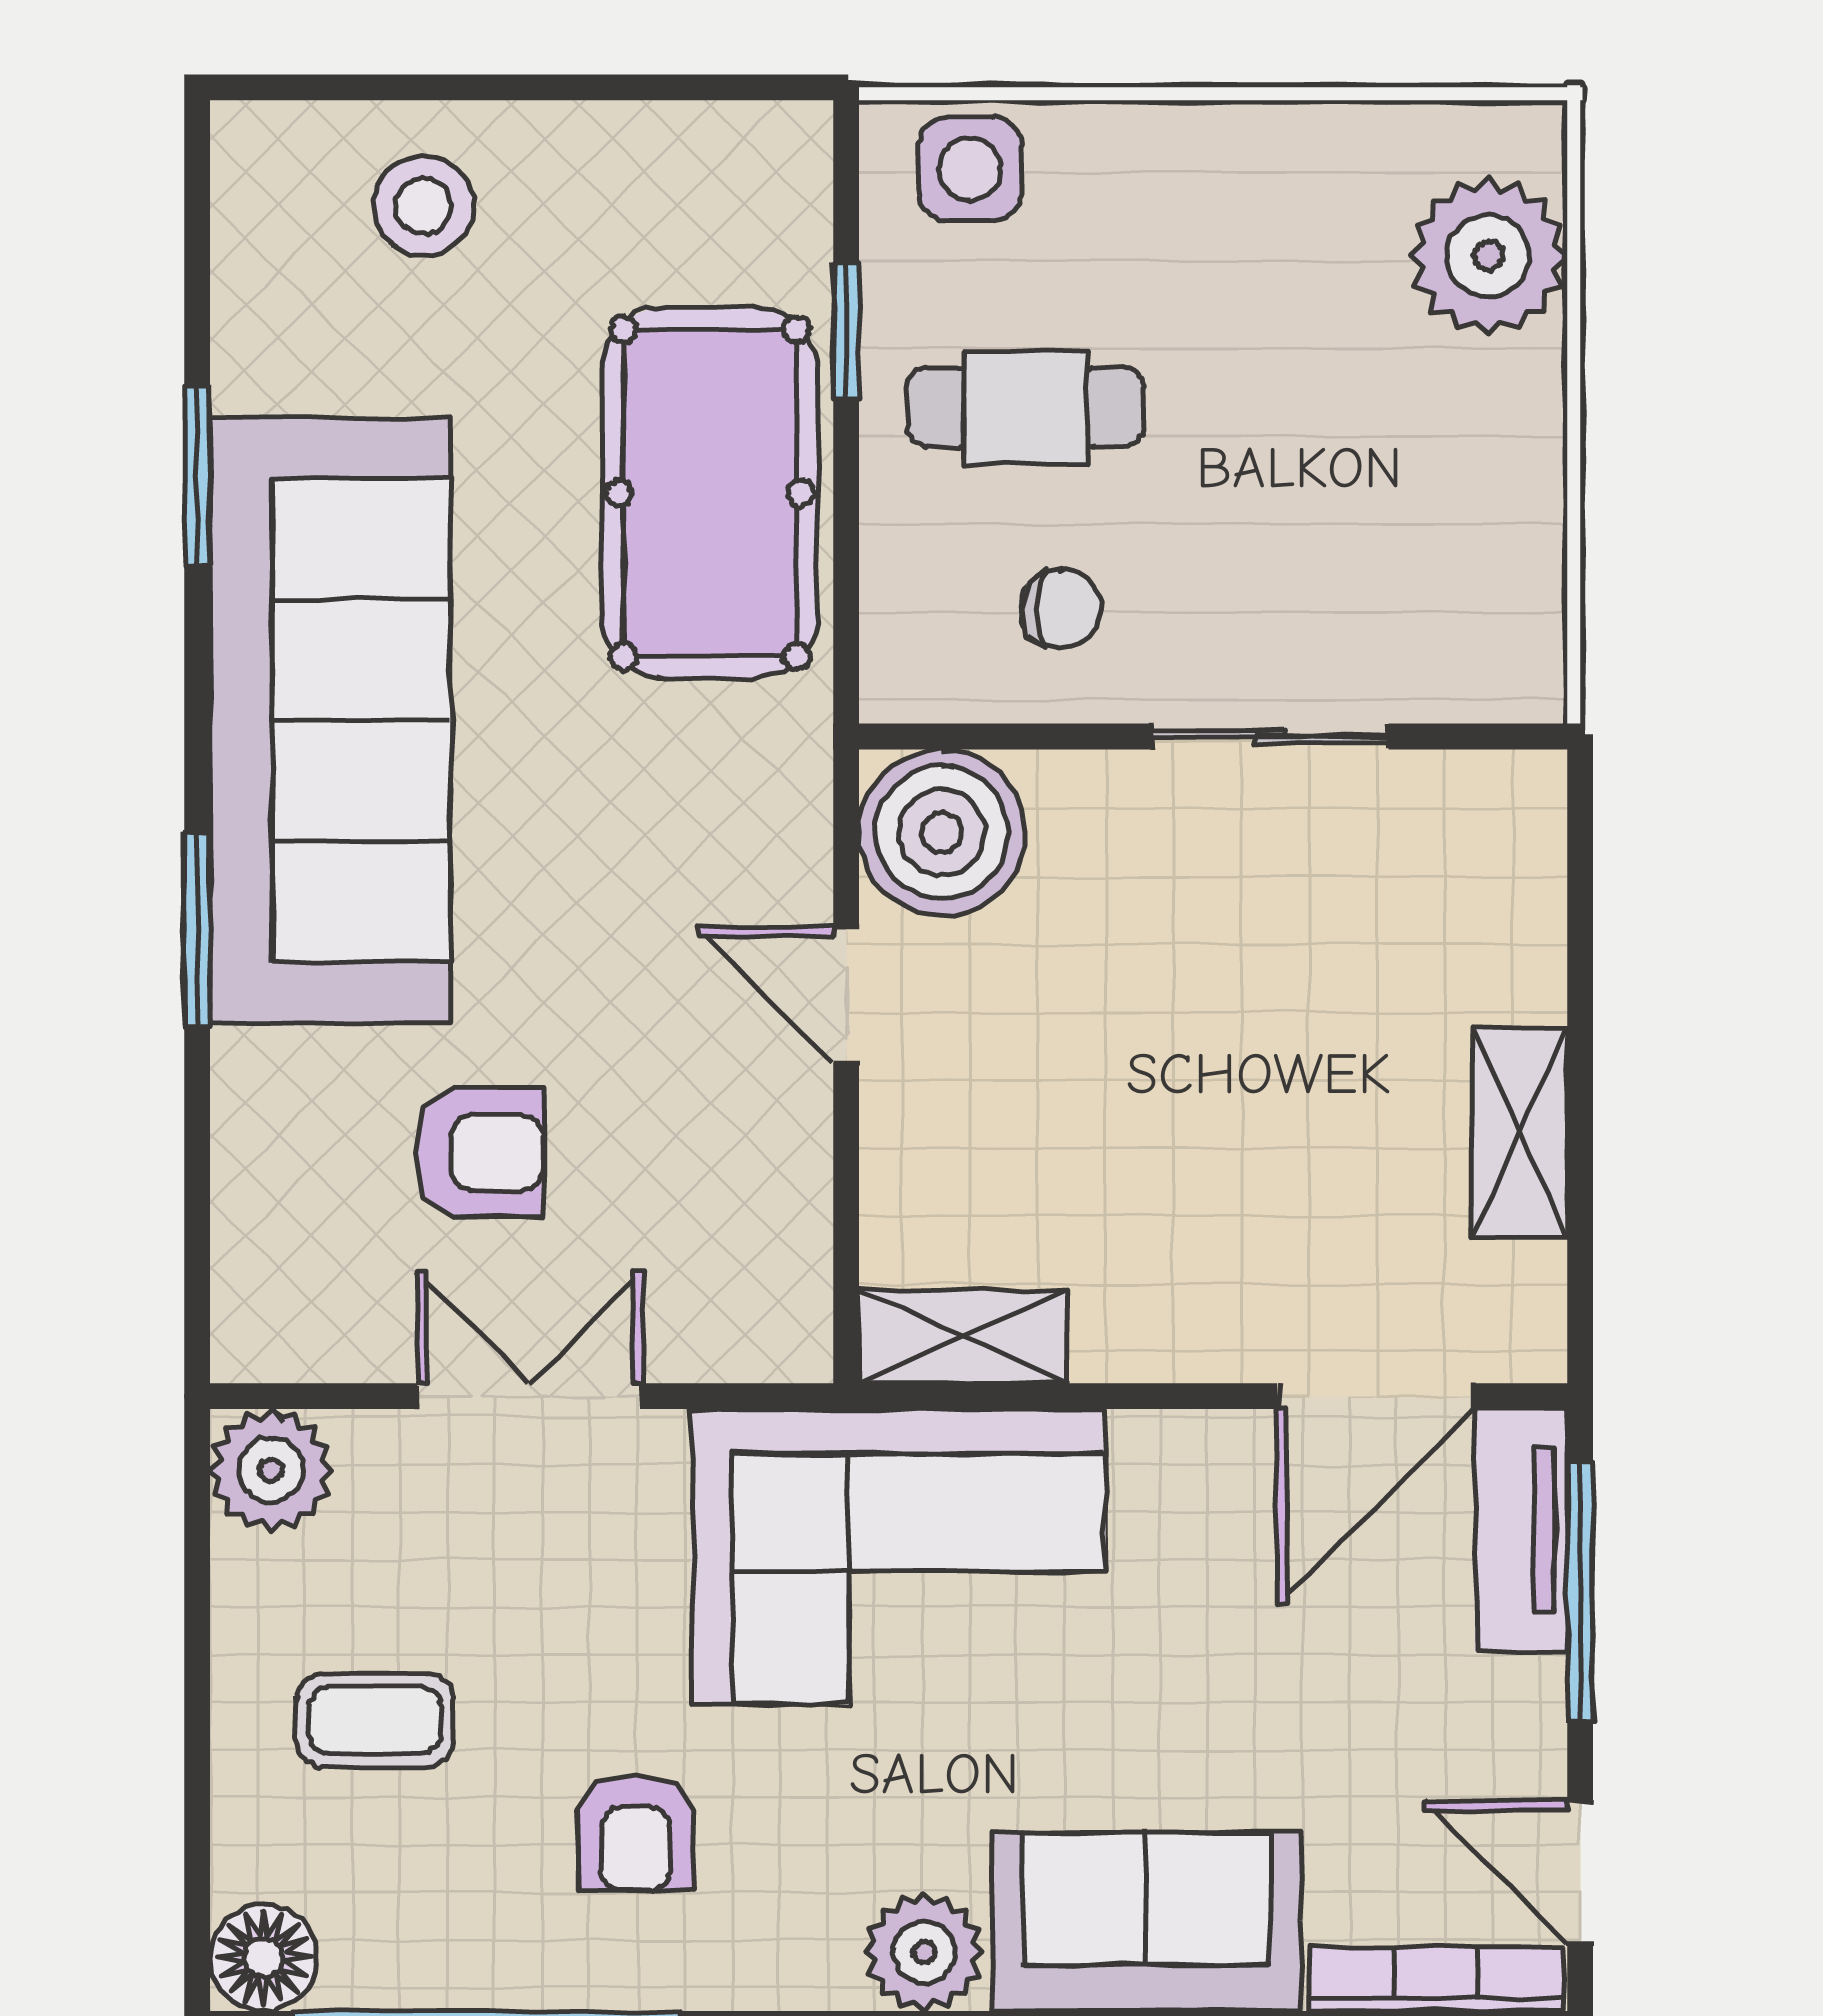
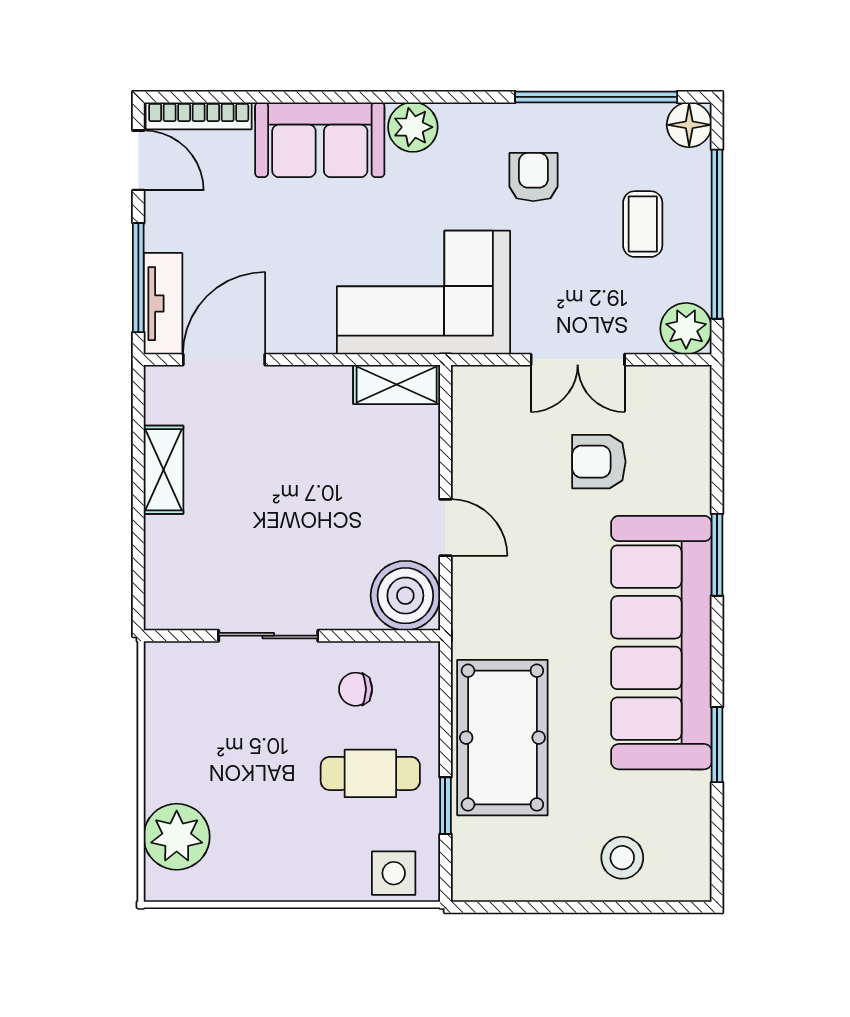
window: (197, 1696) -> (717, 234), added
coffee table: (375, 1720) -> (643, 224), turned 90

